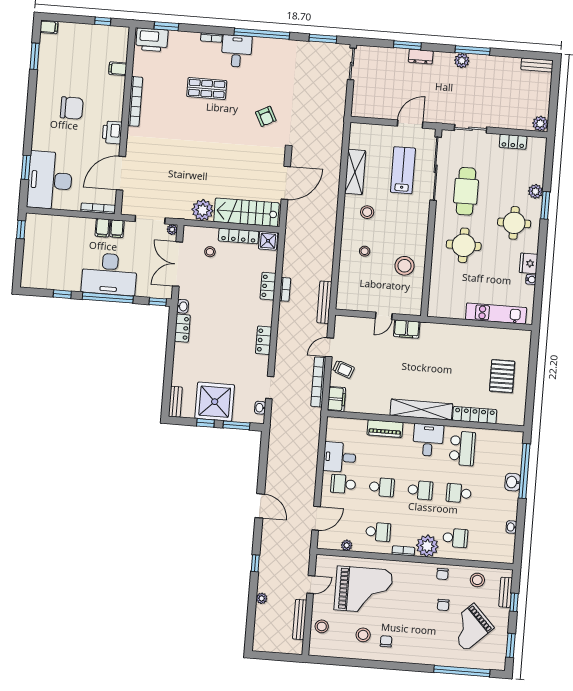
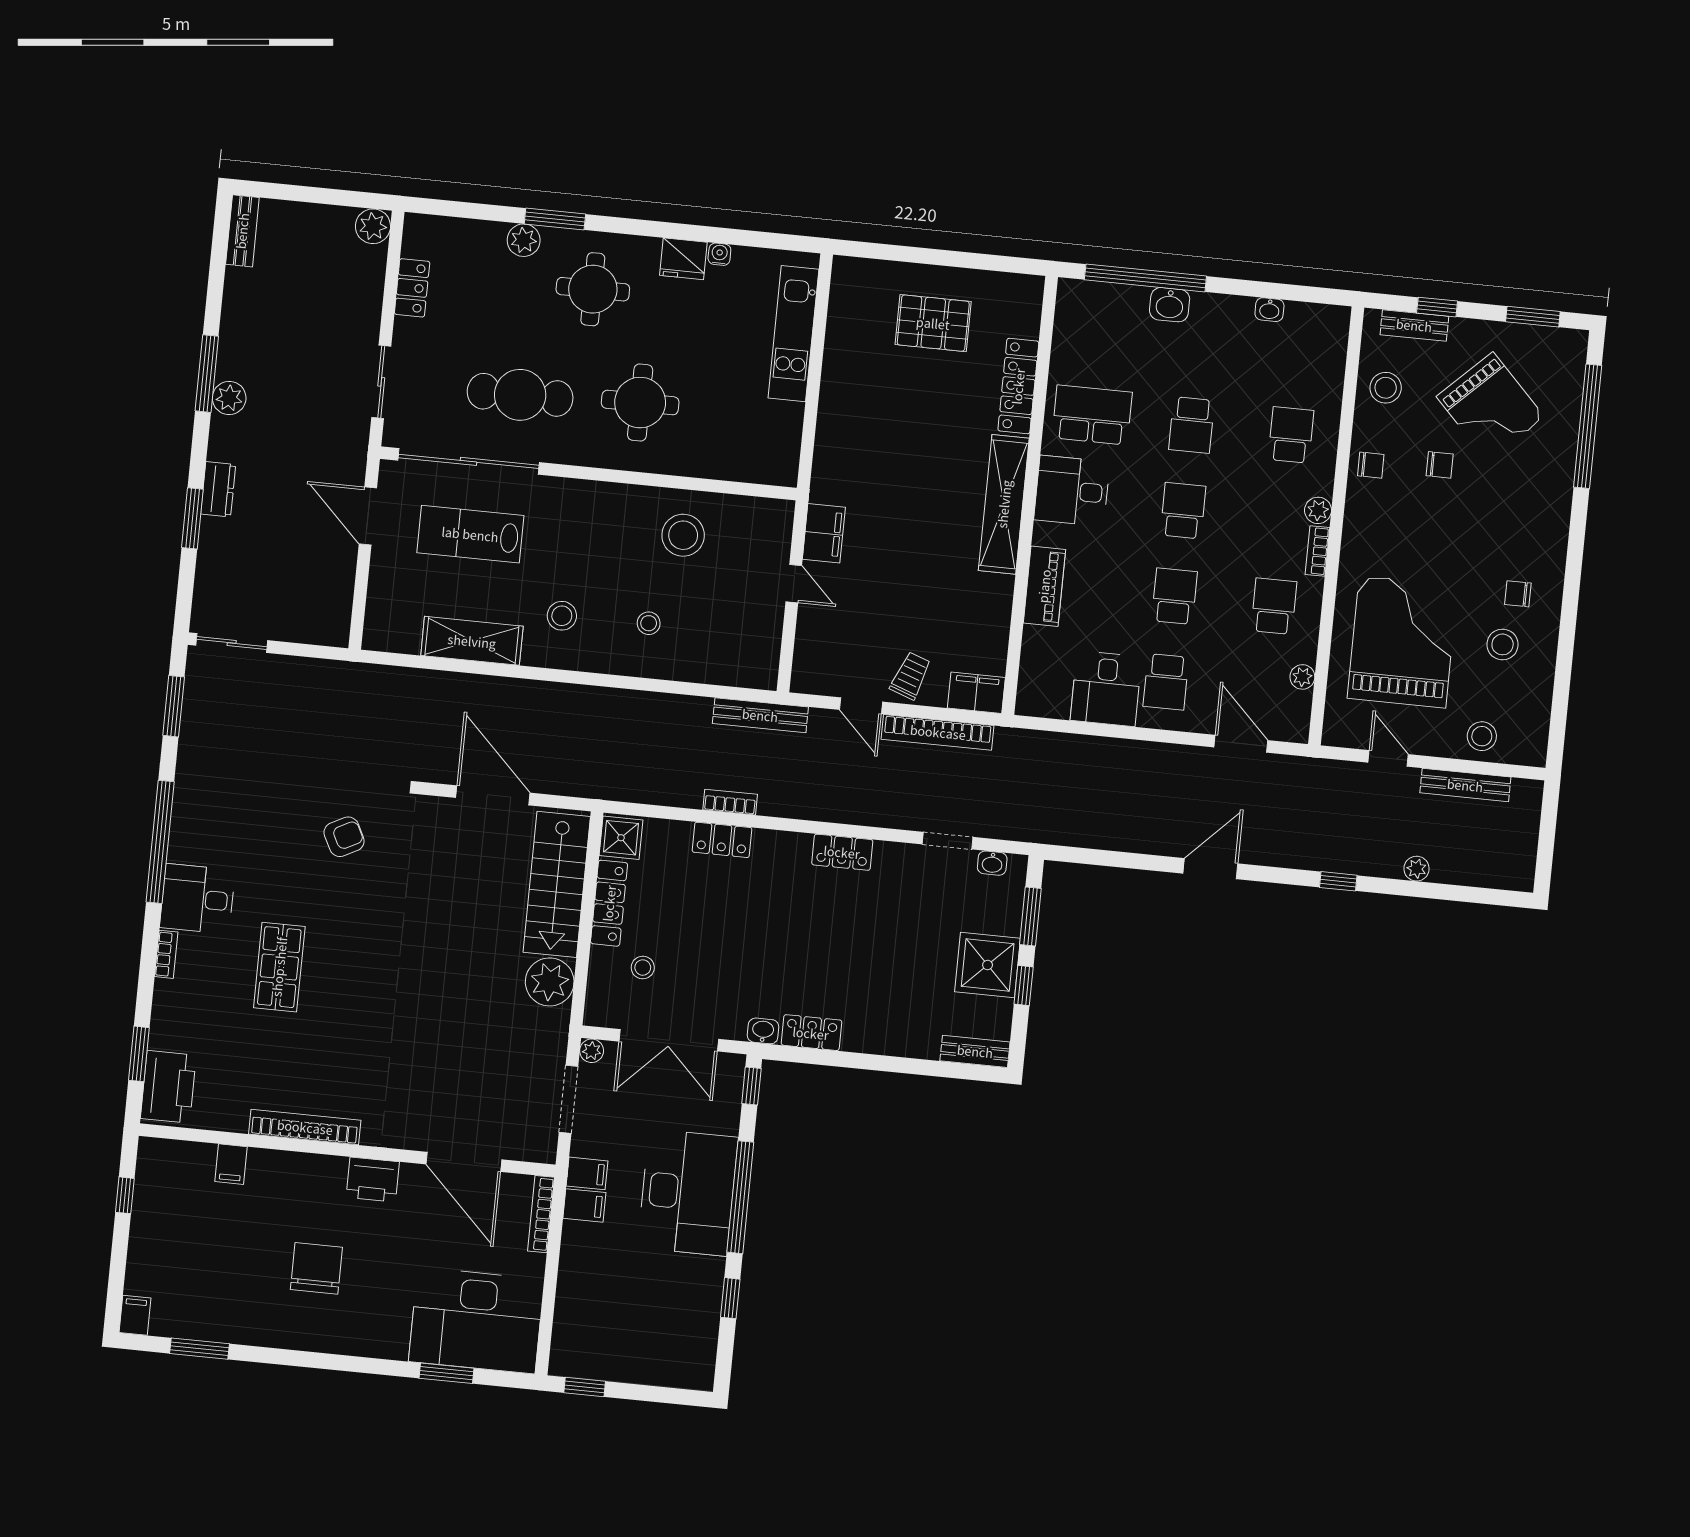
shower: (215, 402) -> (988, 965), width x0.73, depth x0.73
plant: (427, 546) -> (1318, 510), width x0.53, depth x0.53

